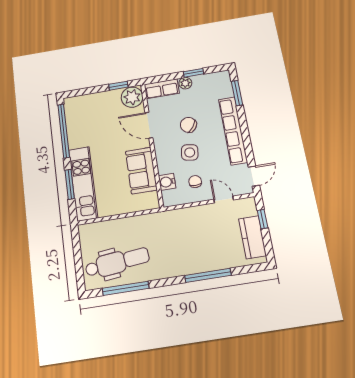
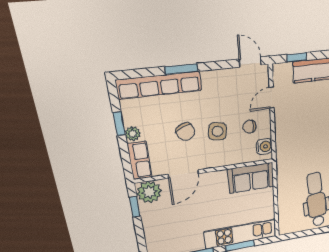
window: (237, 93) -> (181, 69), moved
chair: (188, 125) -> (185, 132), turned -59
row of seats: (233, 131) -> (159, 85), moved
sofa: (141, 170) -> (251, 178), moved
water cooler: (167, 182) -> (264, 147), moved, turned -90

